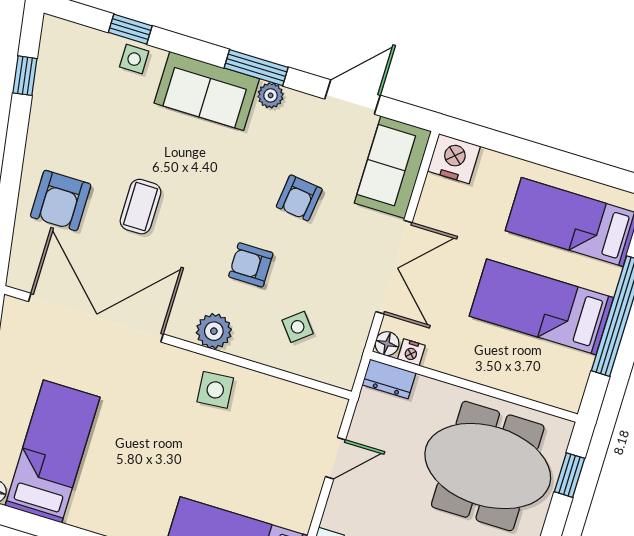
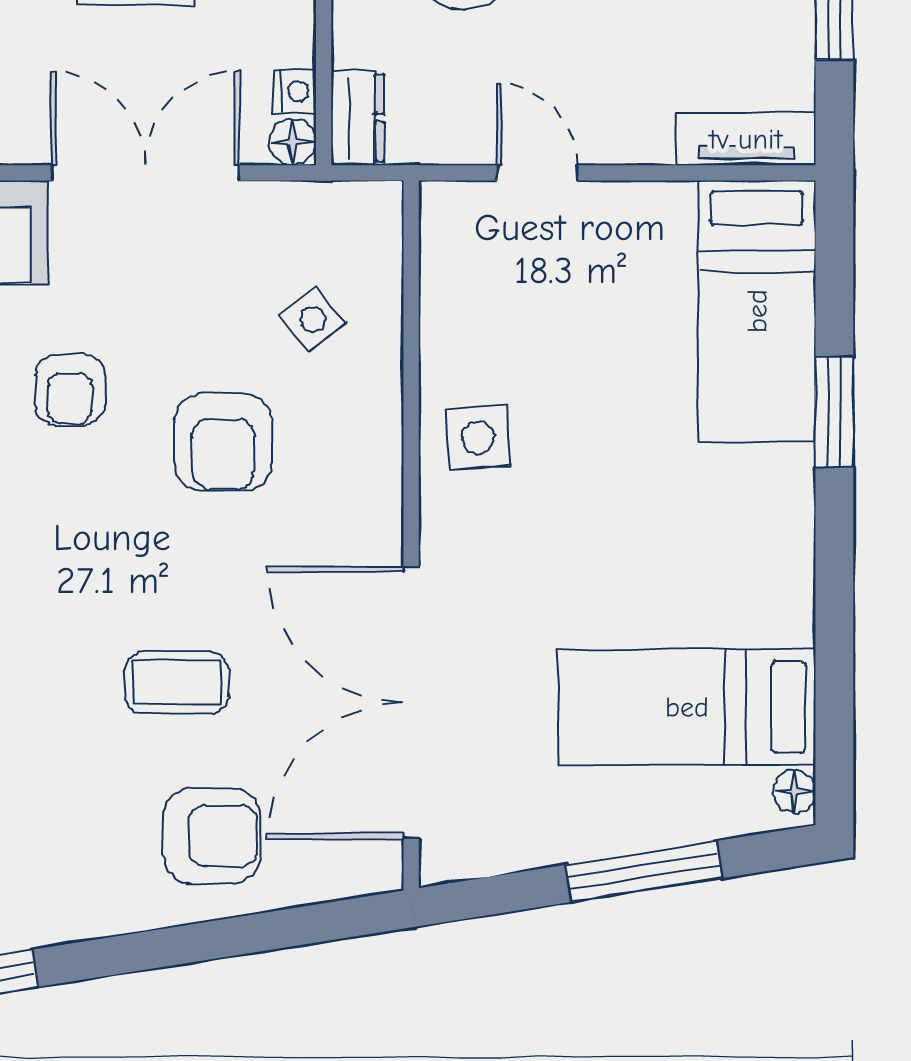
armchair: (299, 198) -> (70, 390), turned 83
armchair: (251, 265) -> (223, 442), width x1.38, depth x1.38
plant: (214, 331) -> (369, 474), removed

